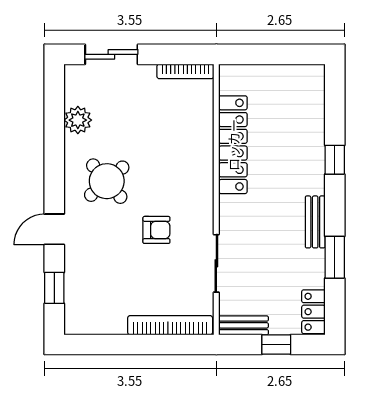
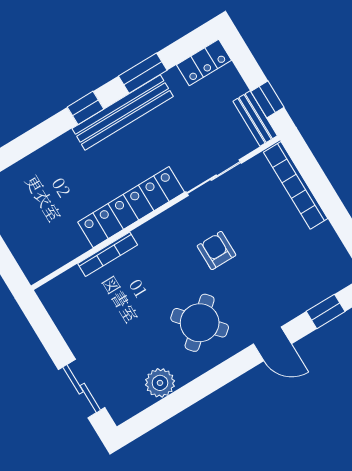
bookcase: (185, 71) -> (108, 254), moved, turned 90
locker: (233, 145) -> (131, 207), moved
window: (335, 160) -> (85, 108), moved
bench: (315, 222) -> (123, 112), width x1.86, depth x1.21
window: (276, 345) -> (267, 99), moved

